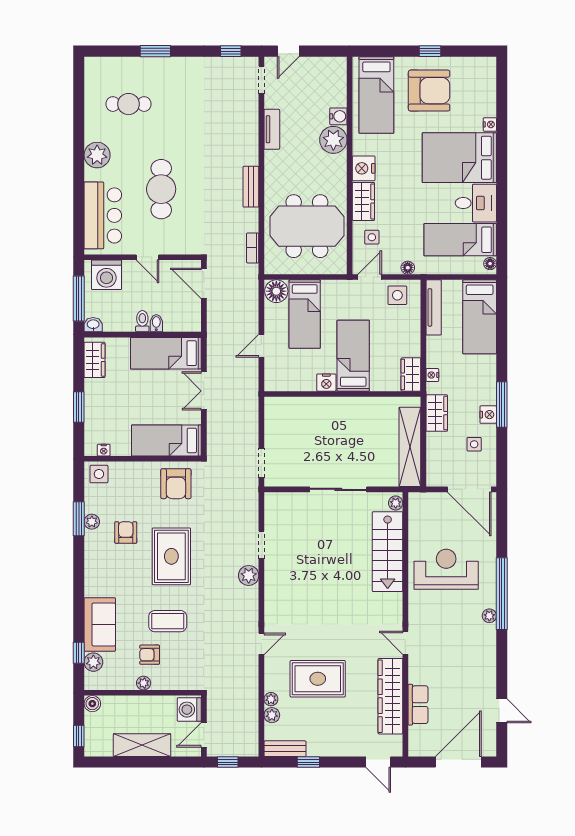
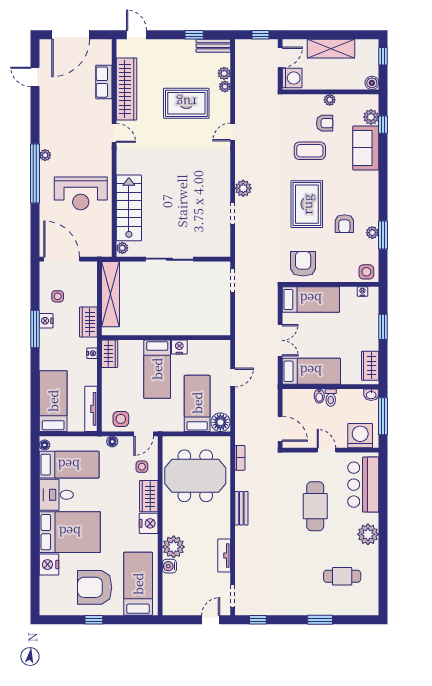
nightstand: (490, 124) -> (49, 565), width x1.89, depth x1.79

